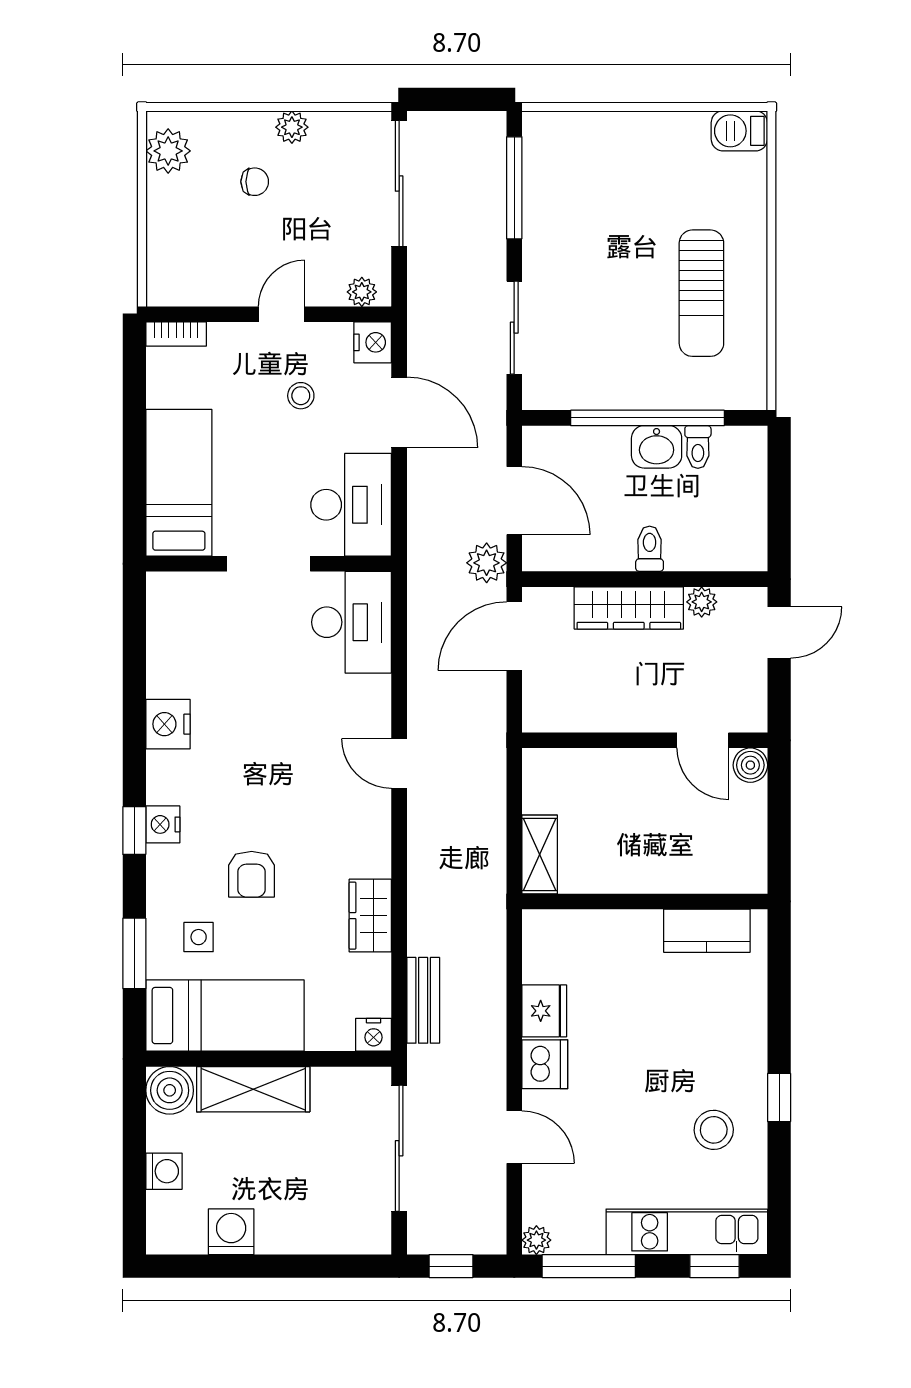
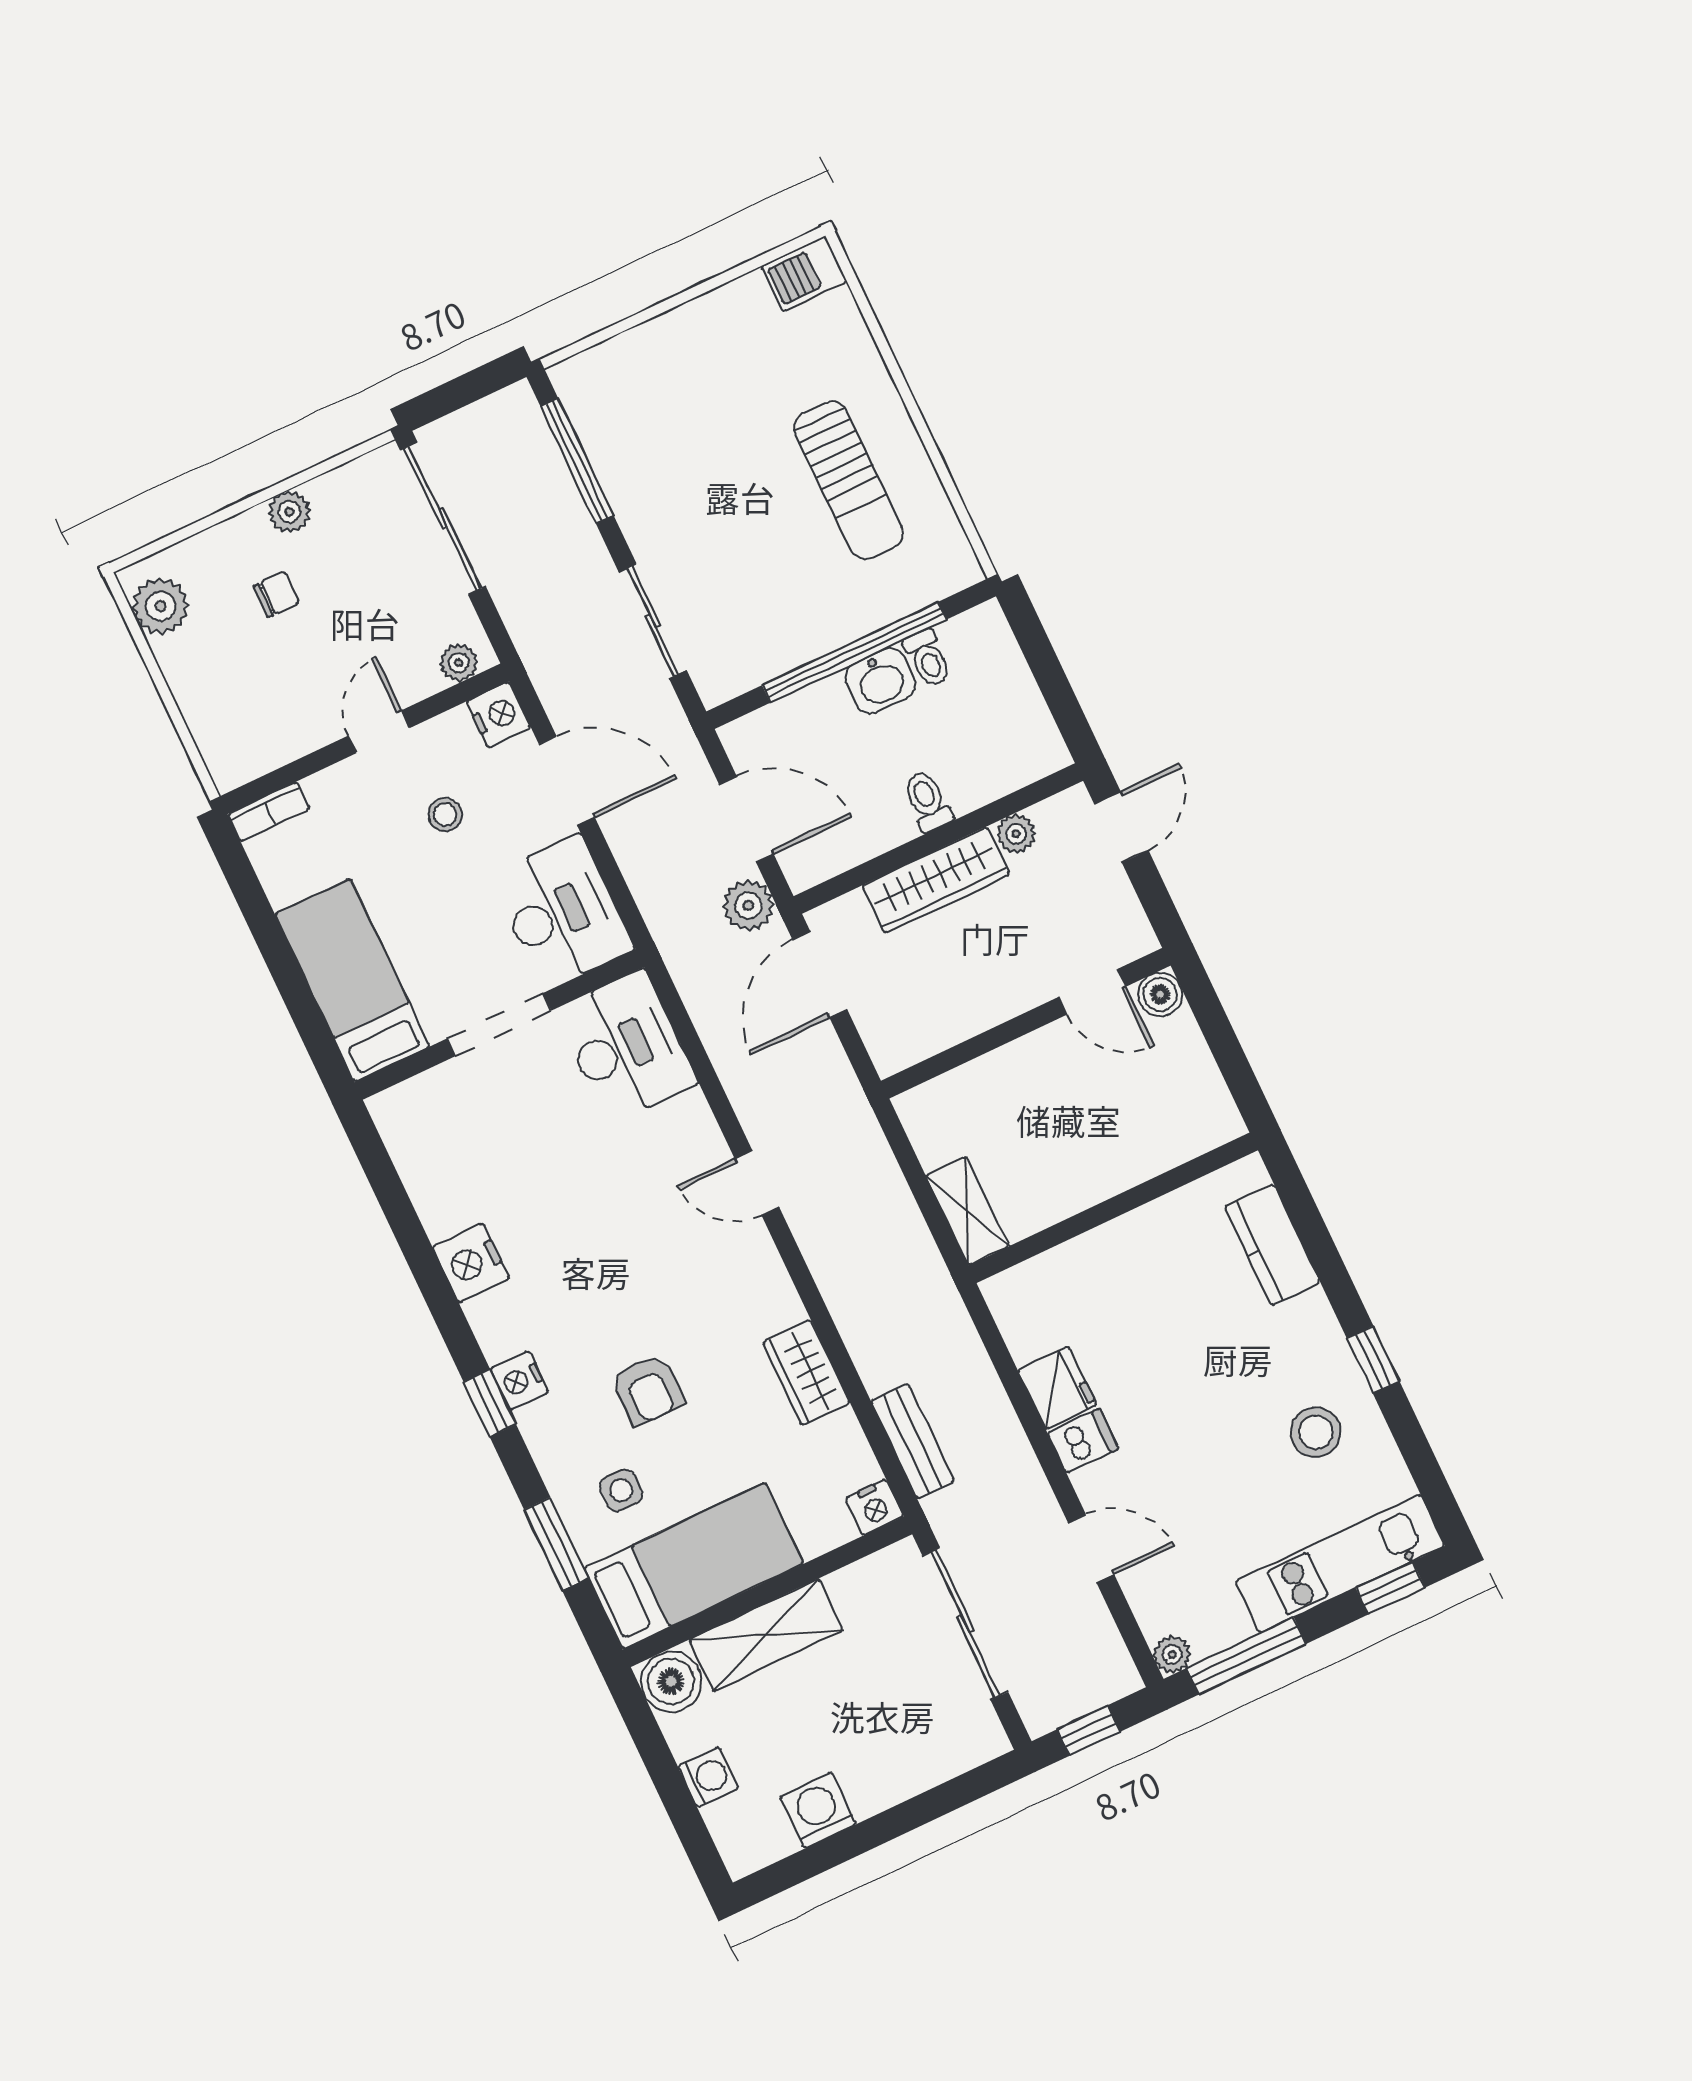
kitchen counter: (707, 931) -> (1272, 1245), moved, turned 90
dishwasher: (545, 1064) -> (1083, 1441), width x0.73

